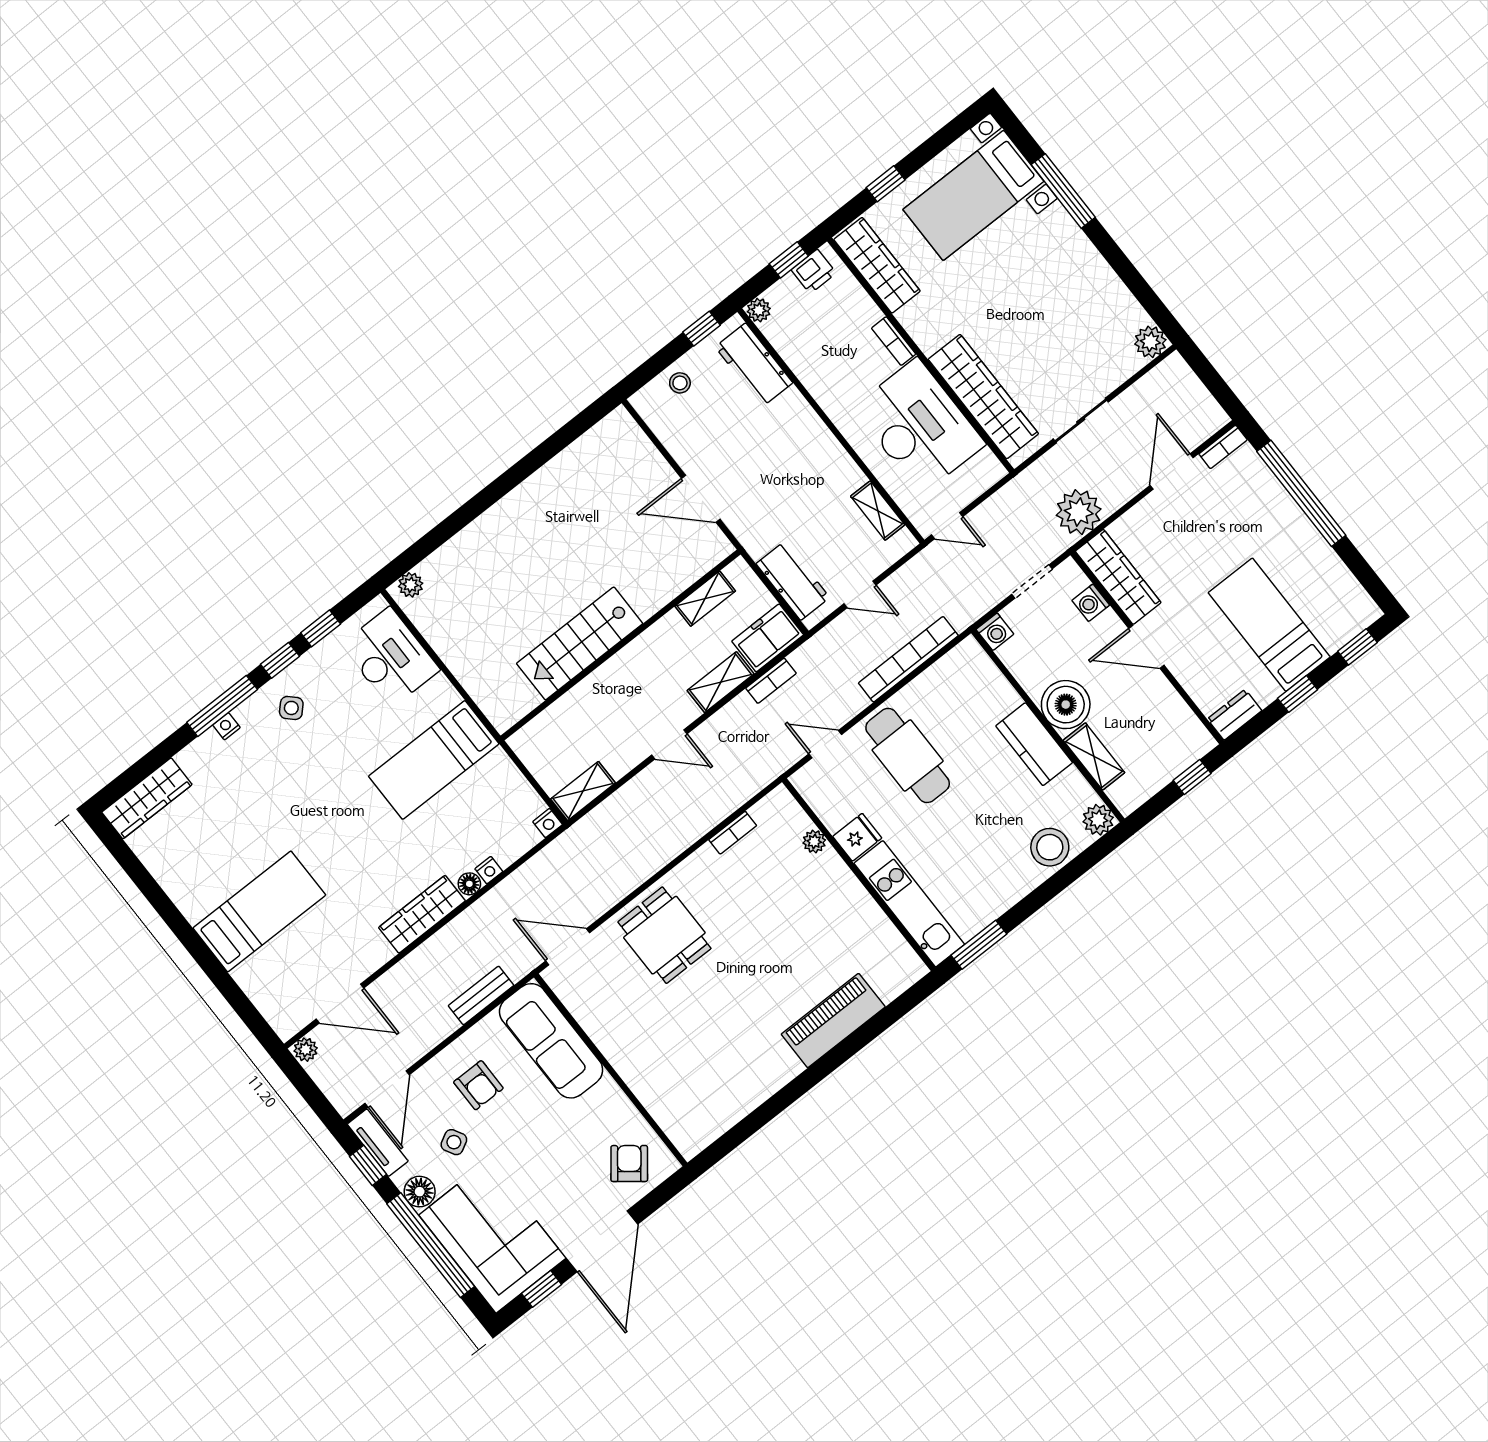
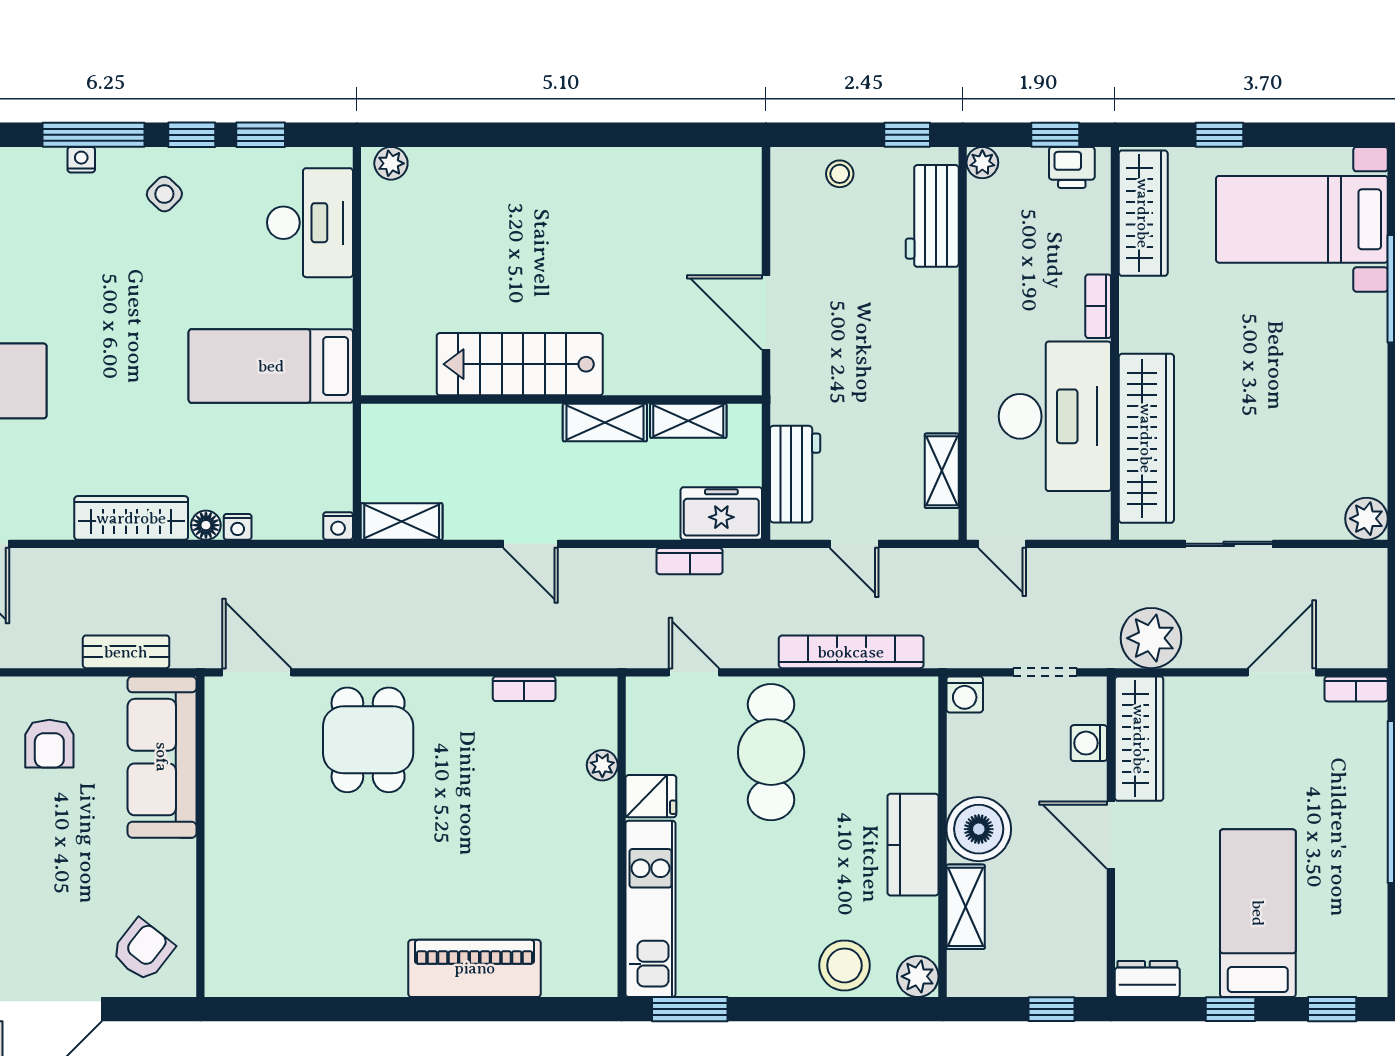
shelving: (721, 682) -> (605, 422), moved

